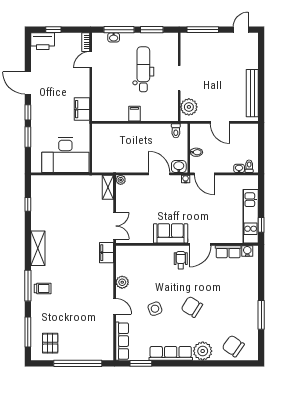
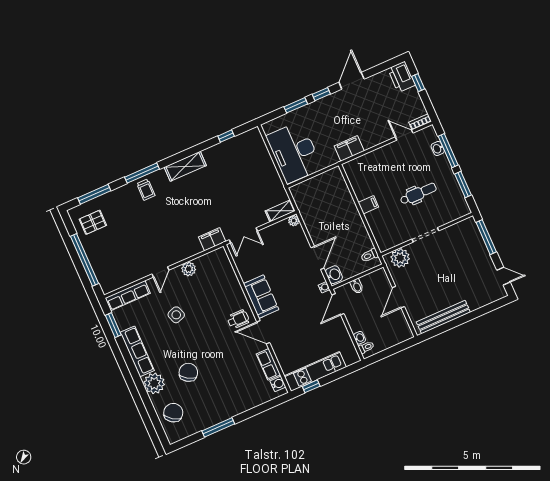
dental chair: (143, 69) -> (418, 194), width x0.73, depth x0.72
chair: (192, 307) -> (188, 372), moved

